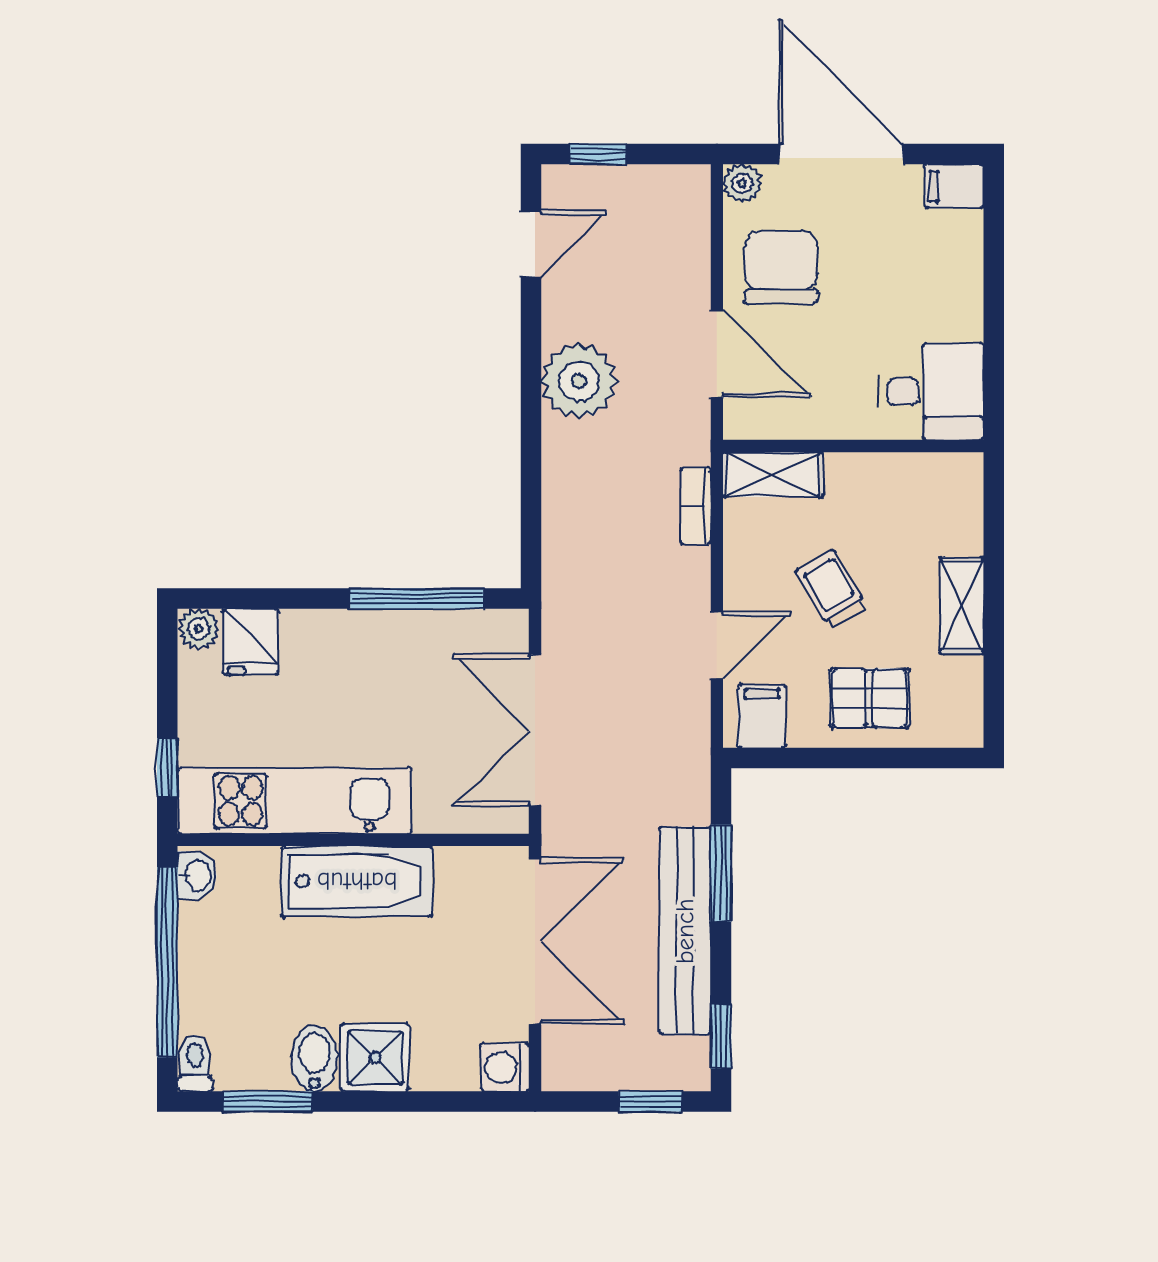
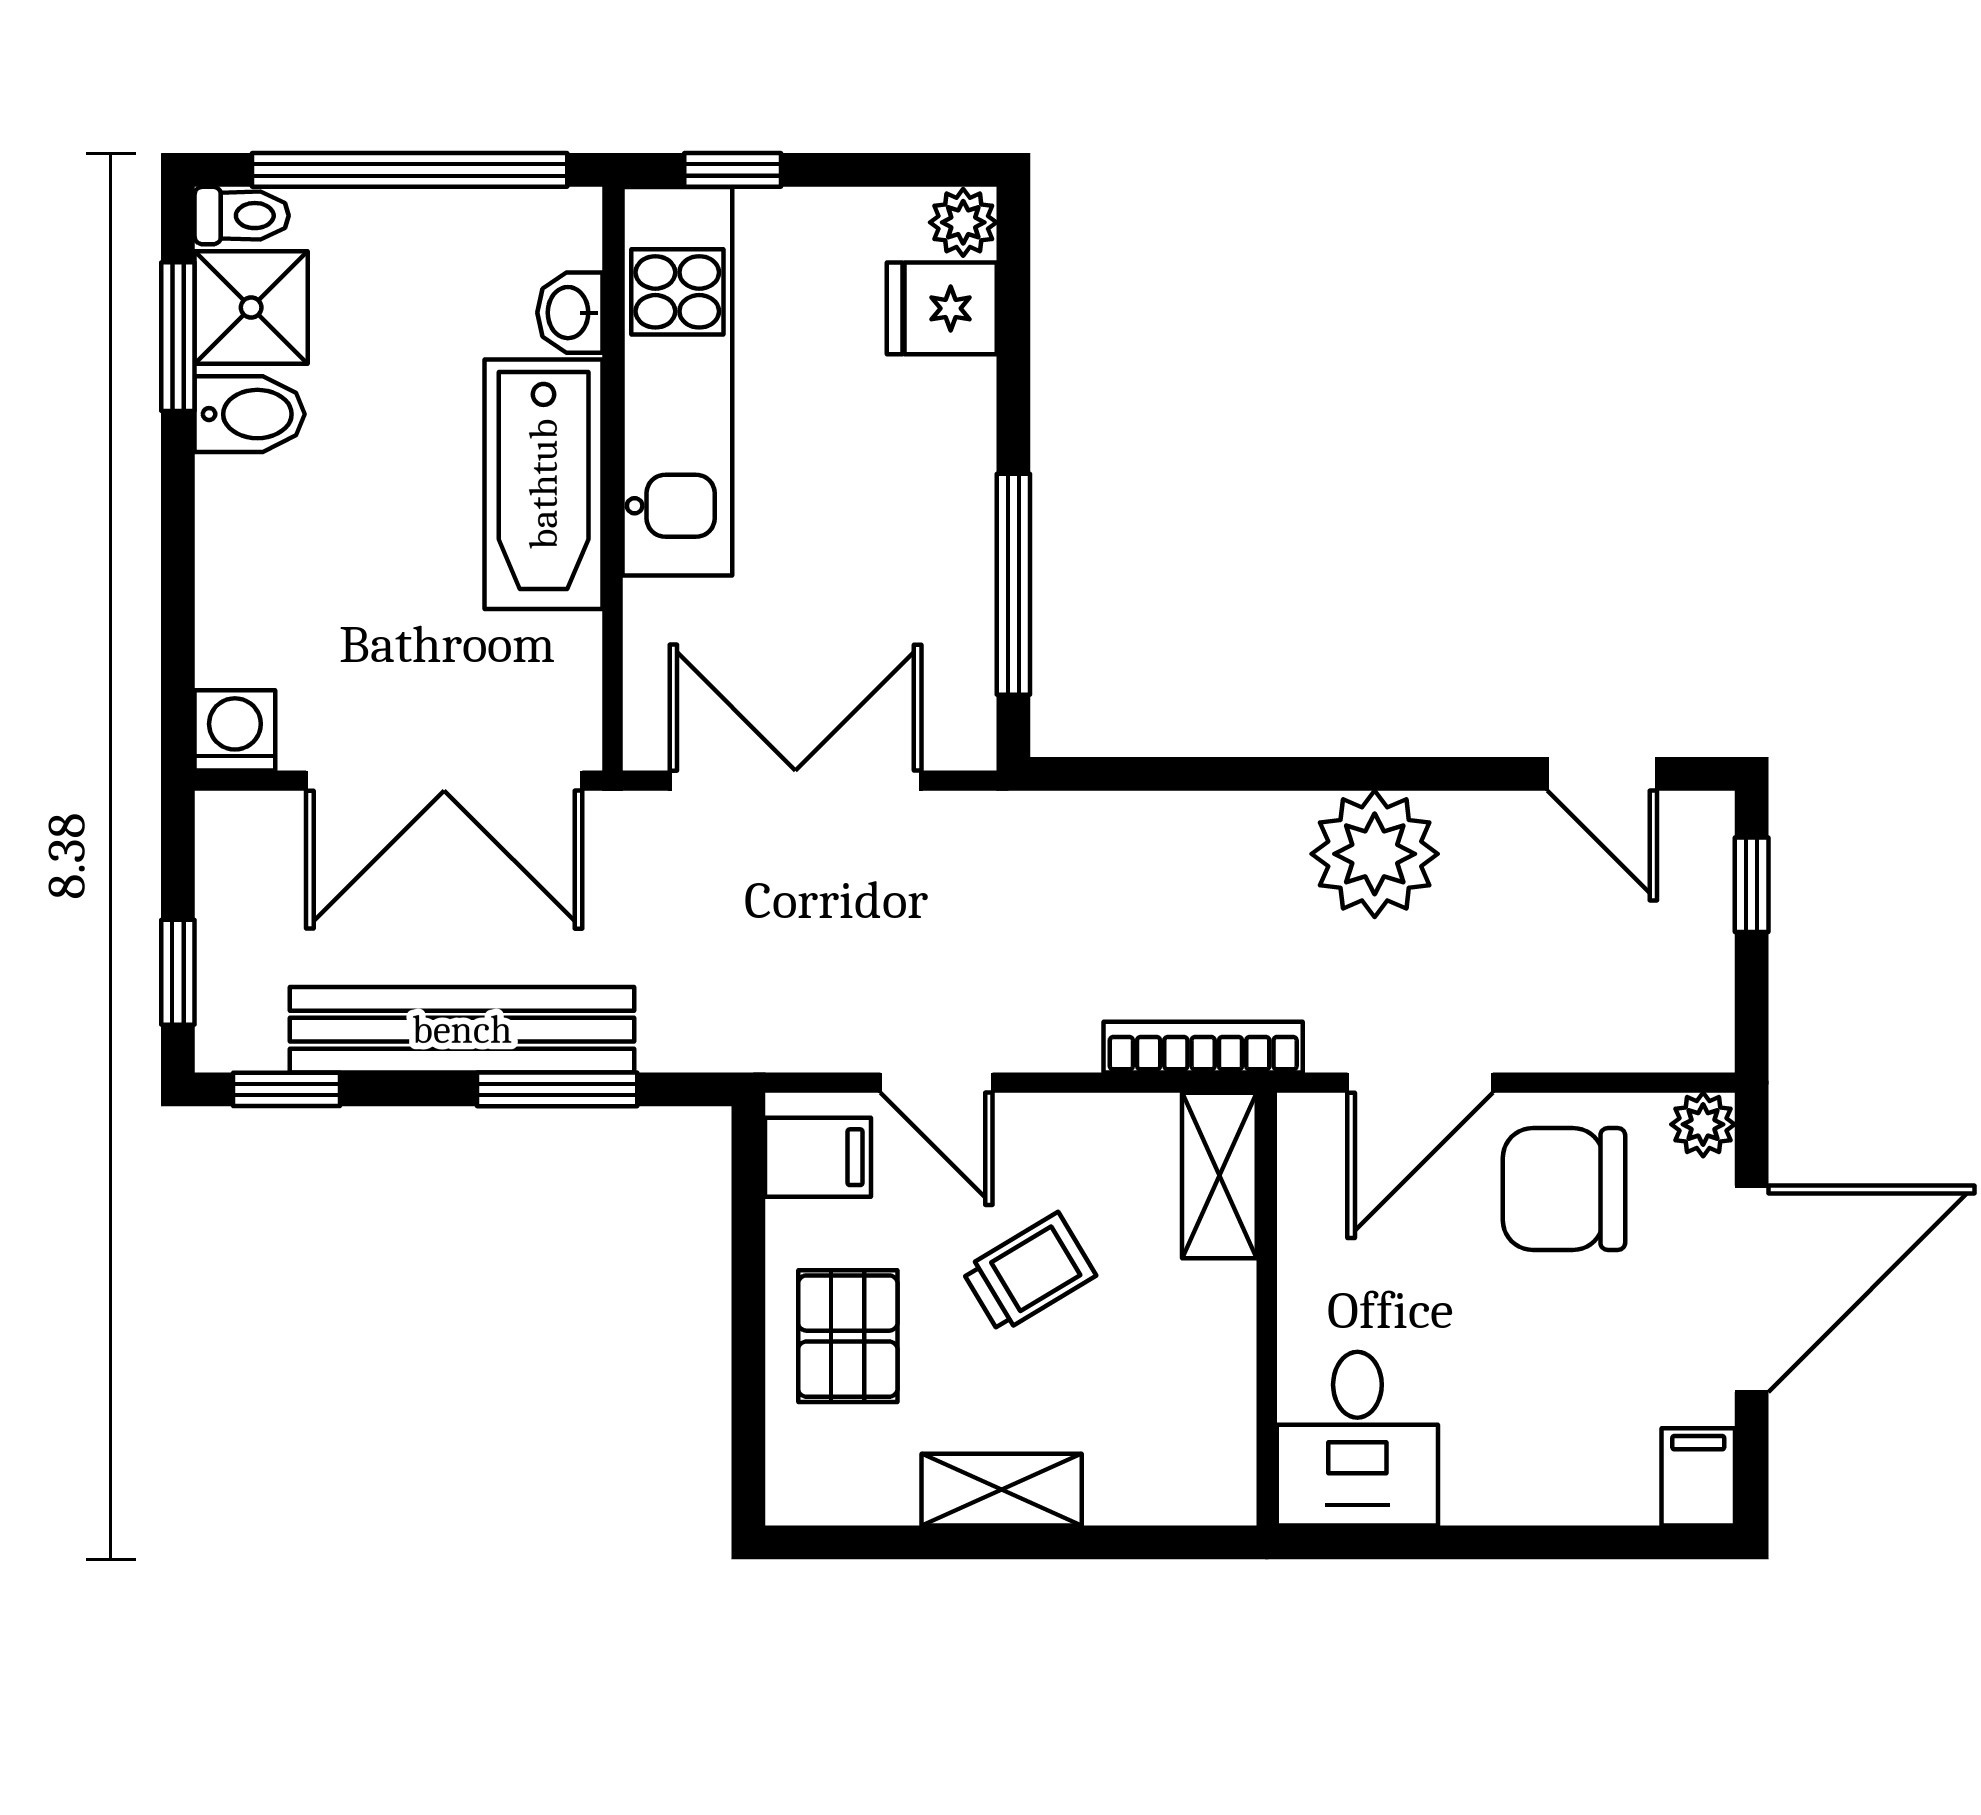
chair: (781, 267) -> (1564, 1189), turned 180
bookcase: (695, 506) -> (1203, 1047), width x1.56
washbasin: (197, 875) -> (570, 313), moved, turned 90
shower: (375, 1057) -> (251, 307), moved

